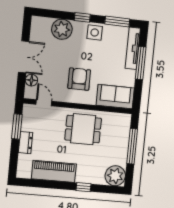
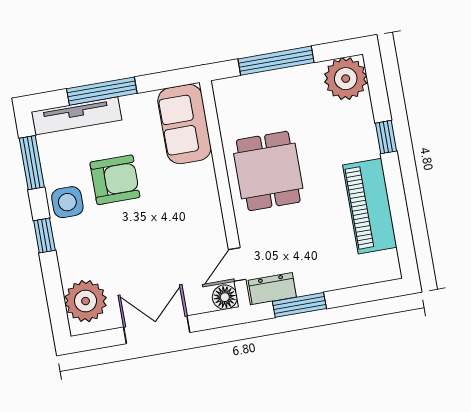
plant: (62, 29) -> (86, 301), moved
armchair: (79, 79) -> (115, 180), moved, turned 180
floor lamp: (31, 80) -> (225, 297), moved
dresser: (25, 143) -> (272, 289), moved

